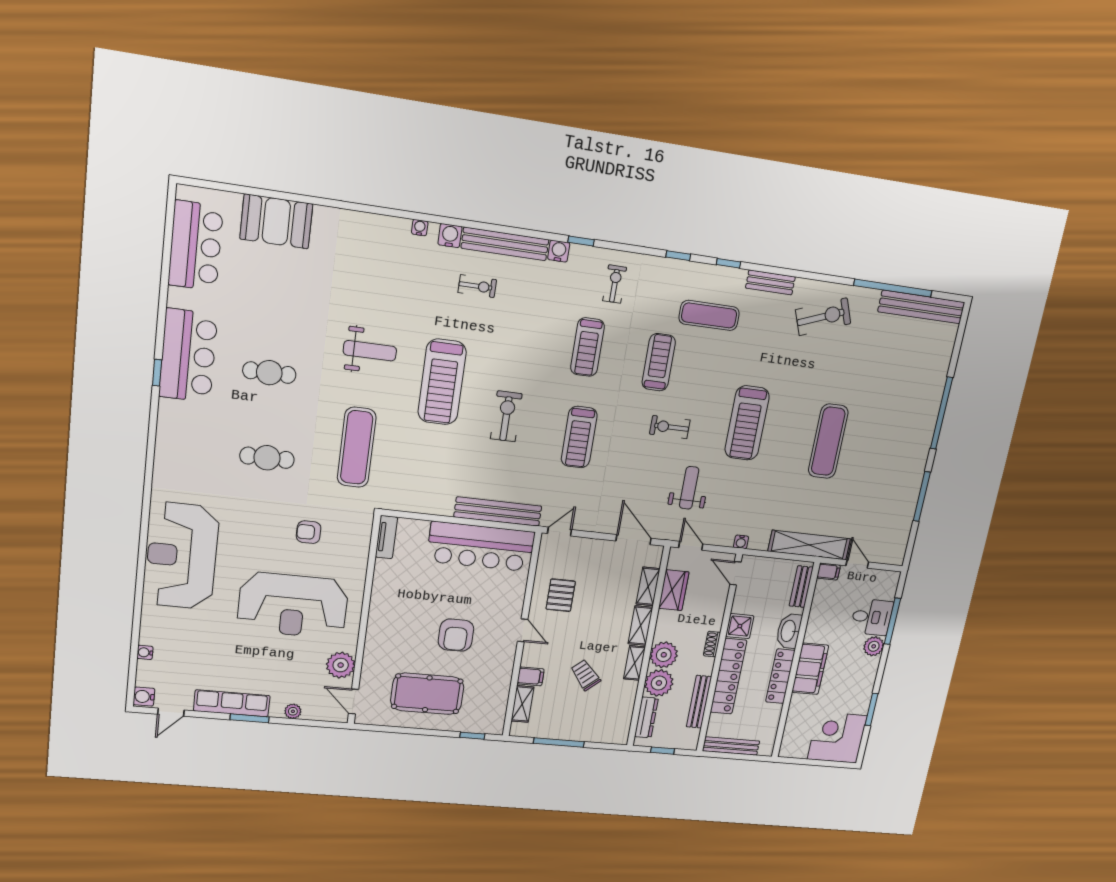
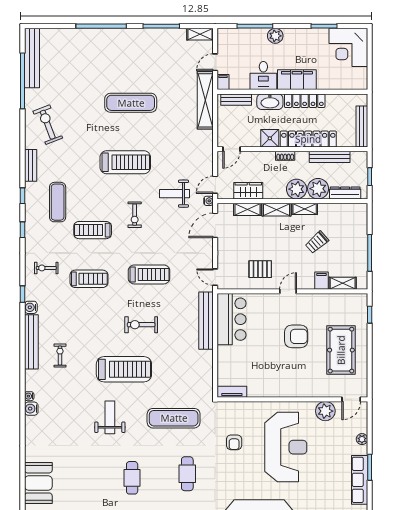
water cooler: (450, 236) -> (31, 409), moved
water cooler: (741, 542) -> (208, 201), moved
bar counter: (481, 547) -> (232, 319), width x0.73
shelving: (899, 548) -> (200, 34), added
desk: (872, 617) -> (263, 76), moved, turned 180

